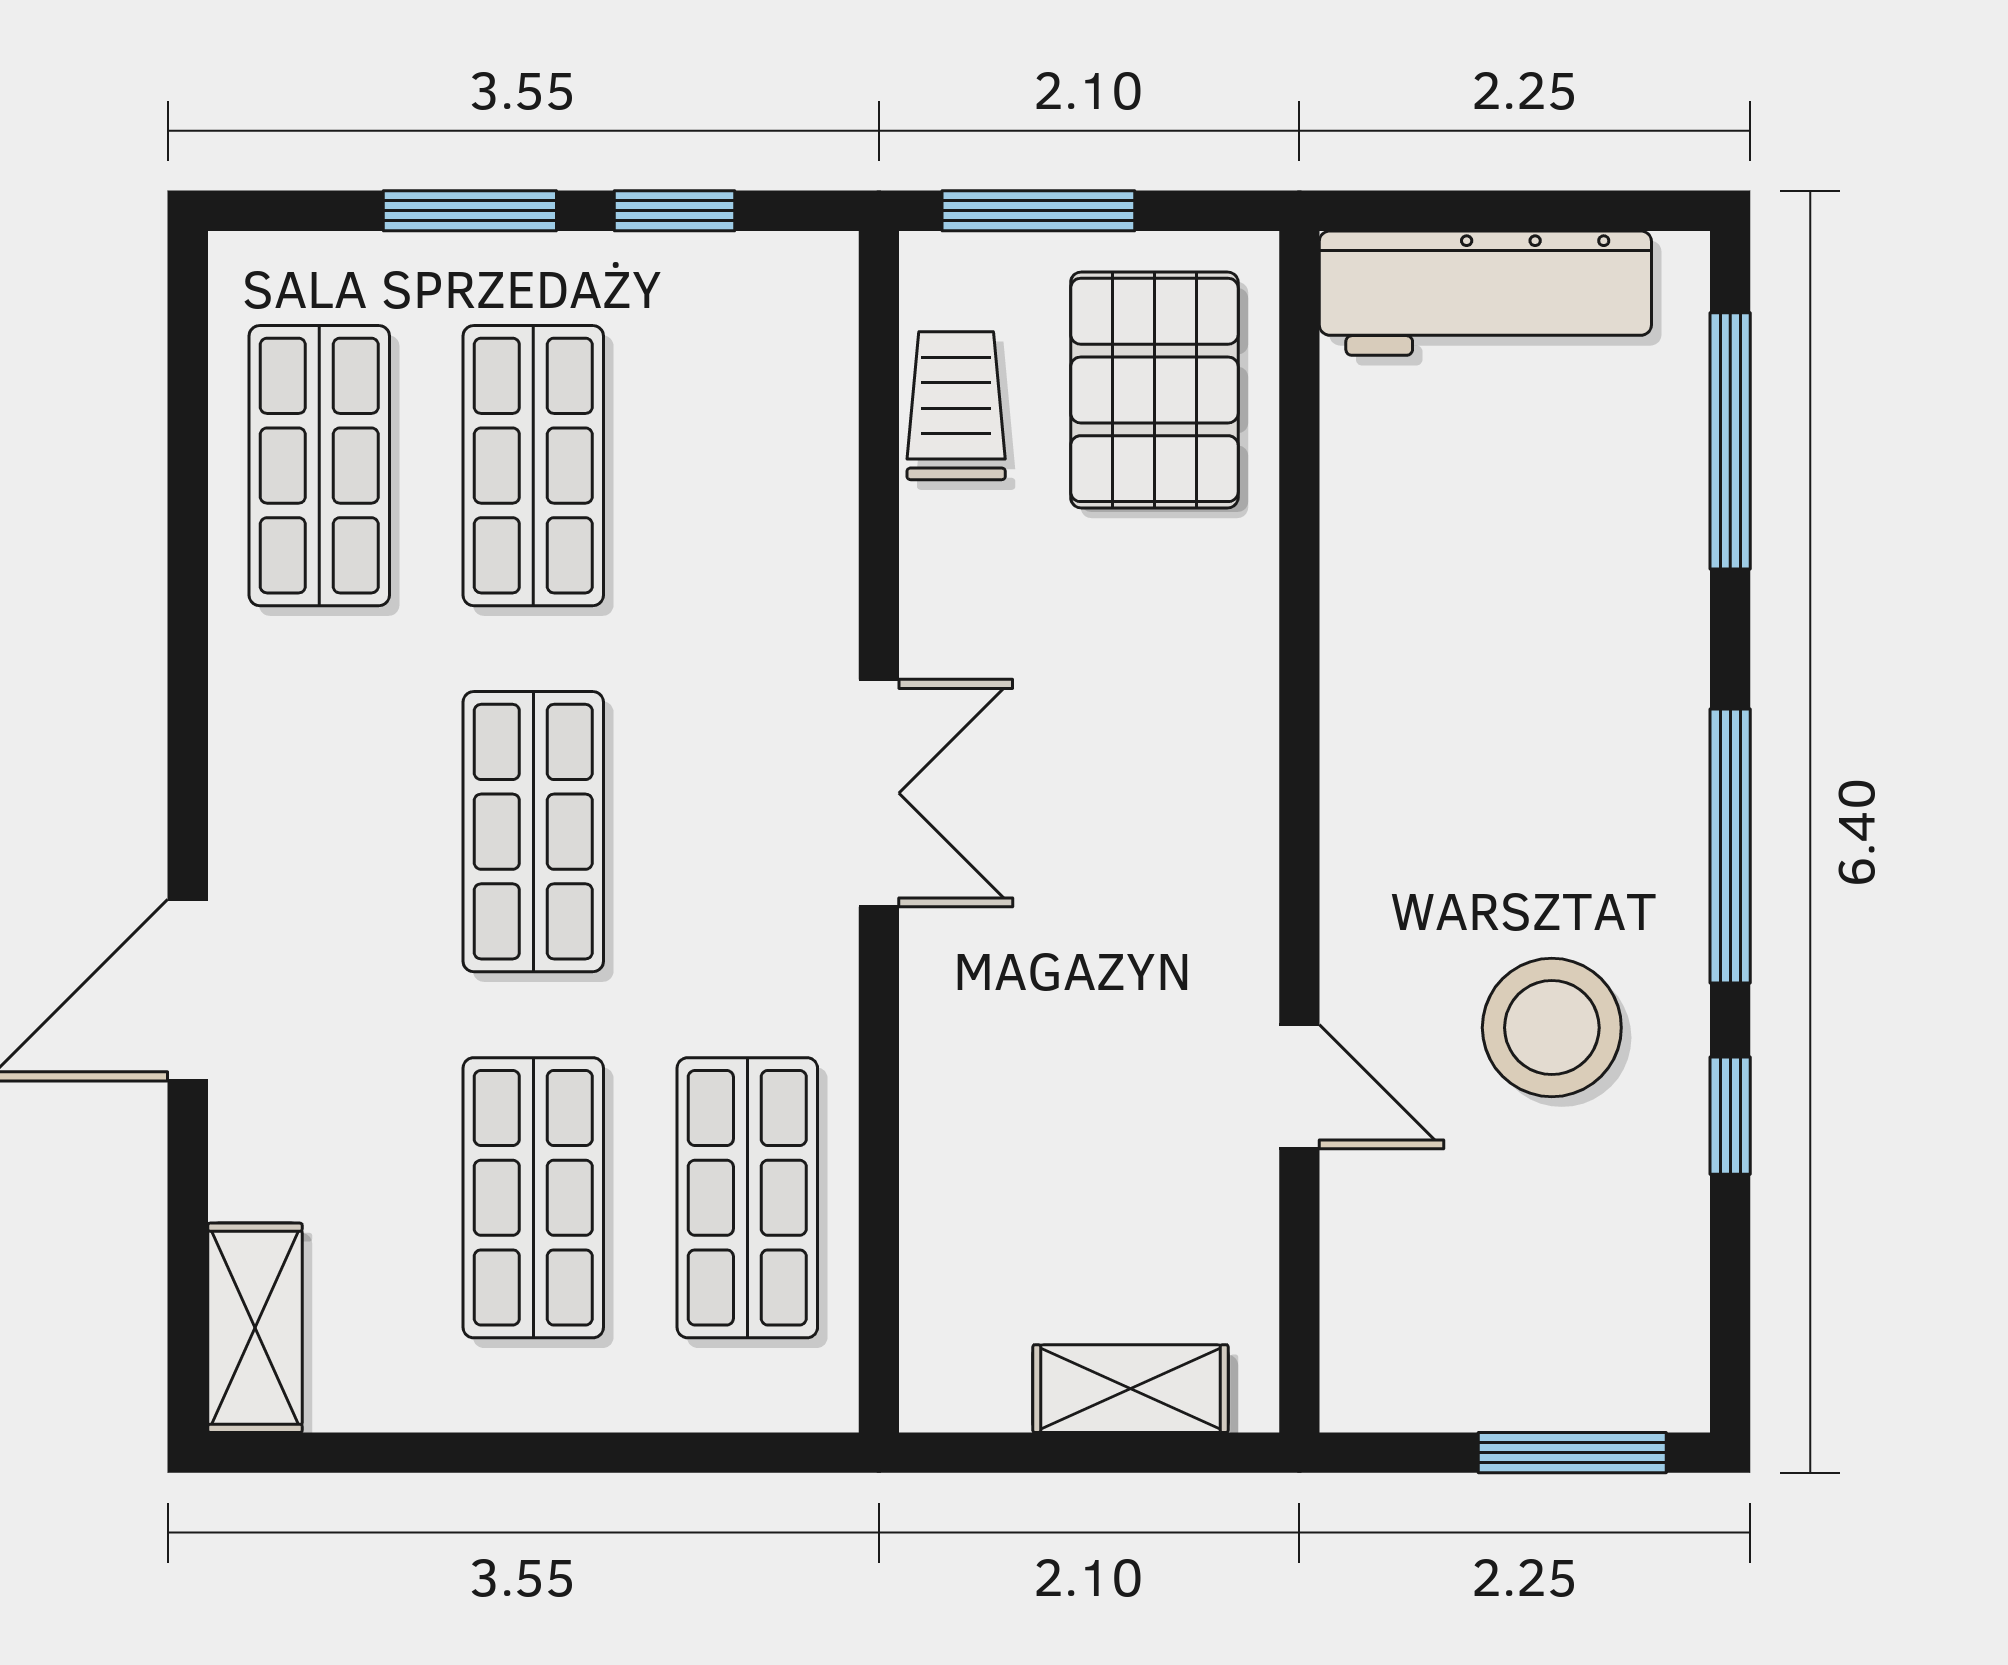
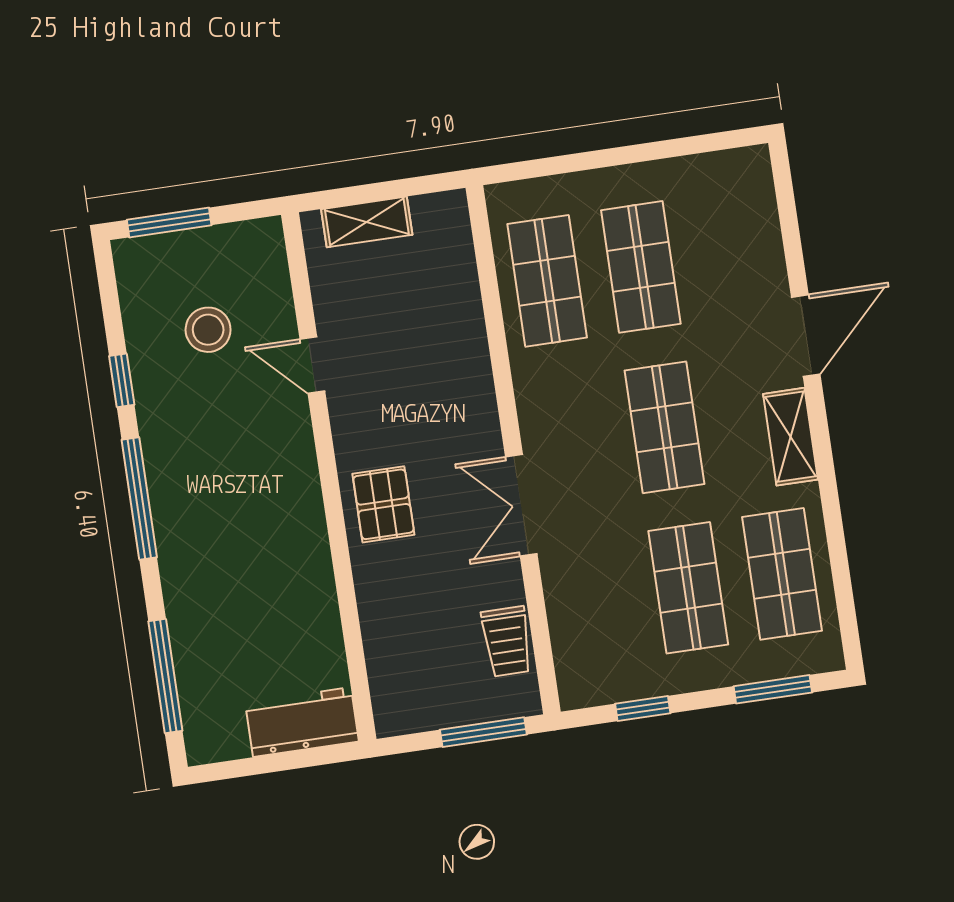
window: (470, 211) -> (773, 689), moved
workbench: (1485, 293) -> (302, 722), width x0.73
pallet: (1154, 390) -> (383, 504), moved, width x0.67, depth x0.71
double door: (879, 793) -> (521, 505), moved
stool: (1552, 1028) -> (208, 330), moved, width x0.73, depth x0.73
shelving: (255, 1328) -> (791, 437), moved

